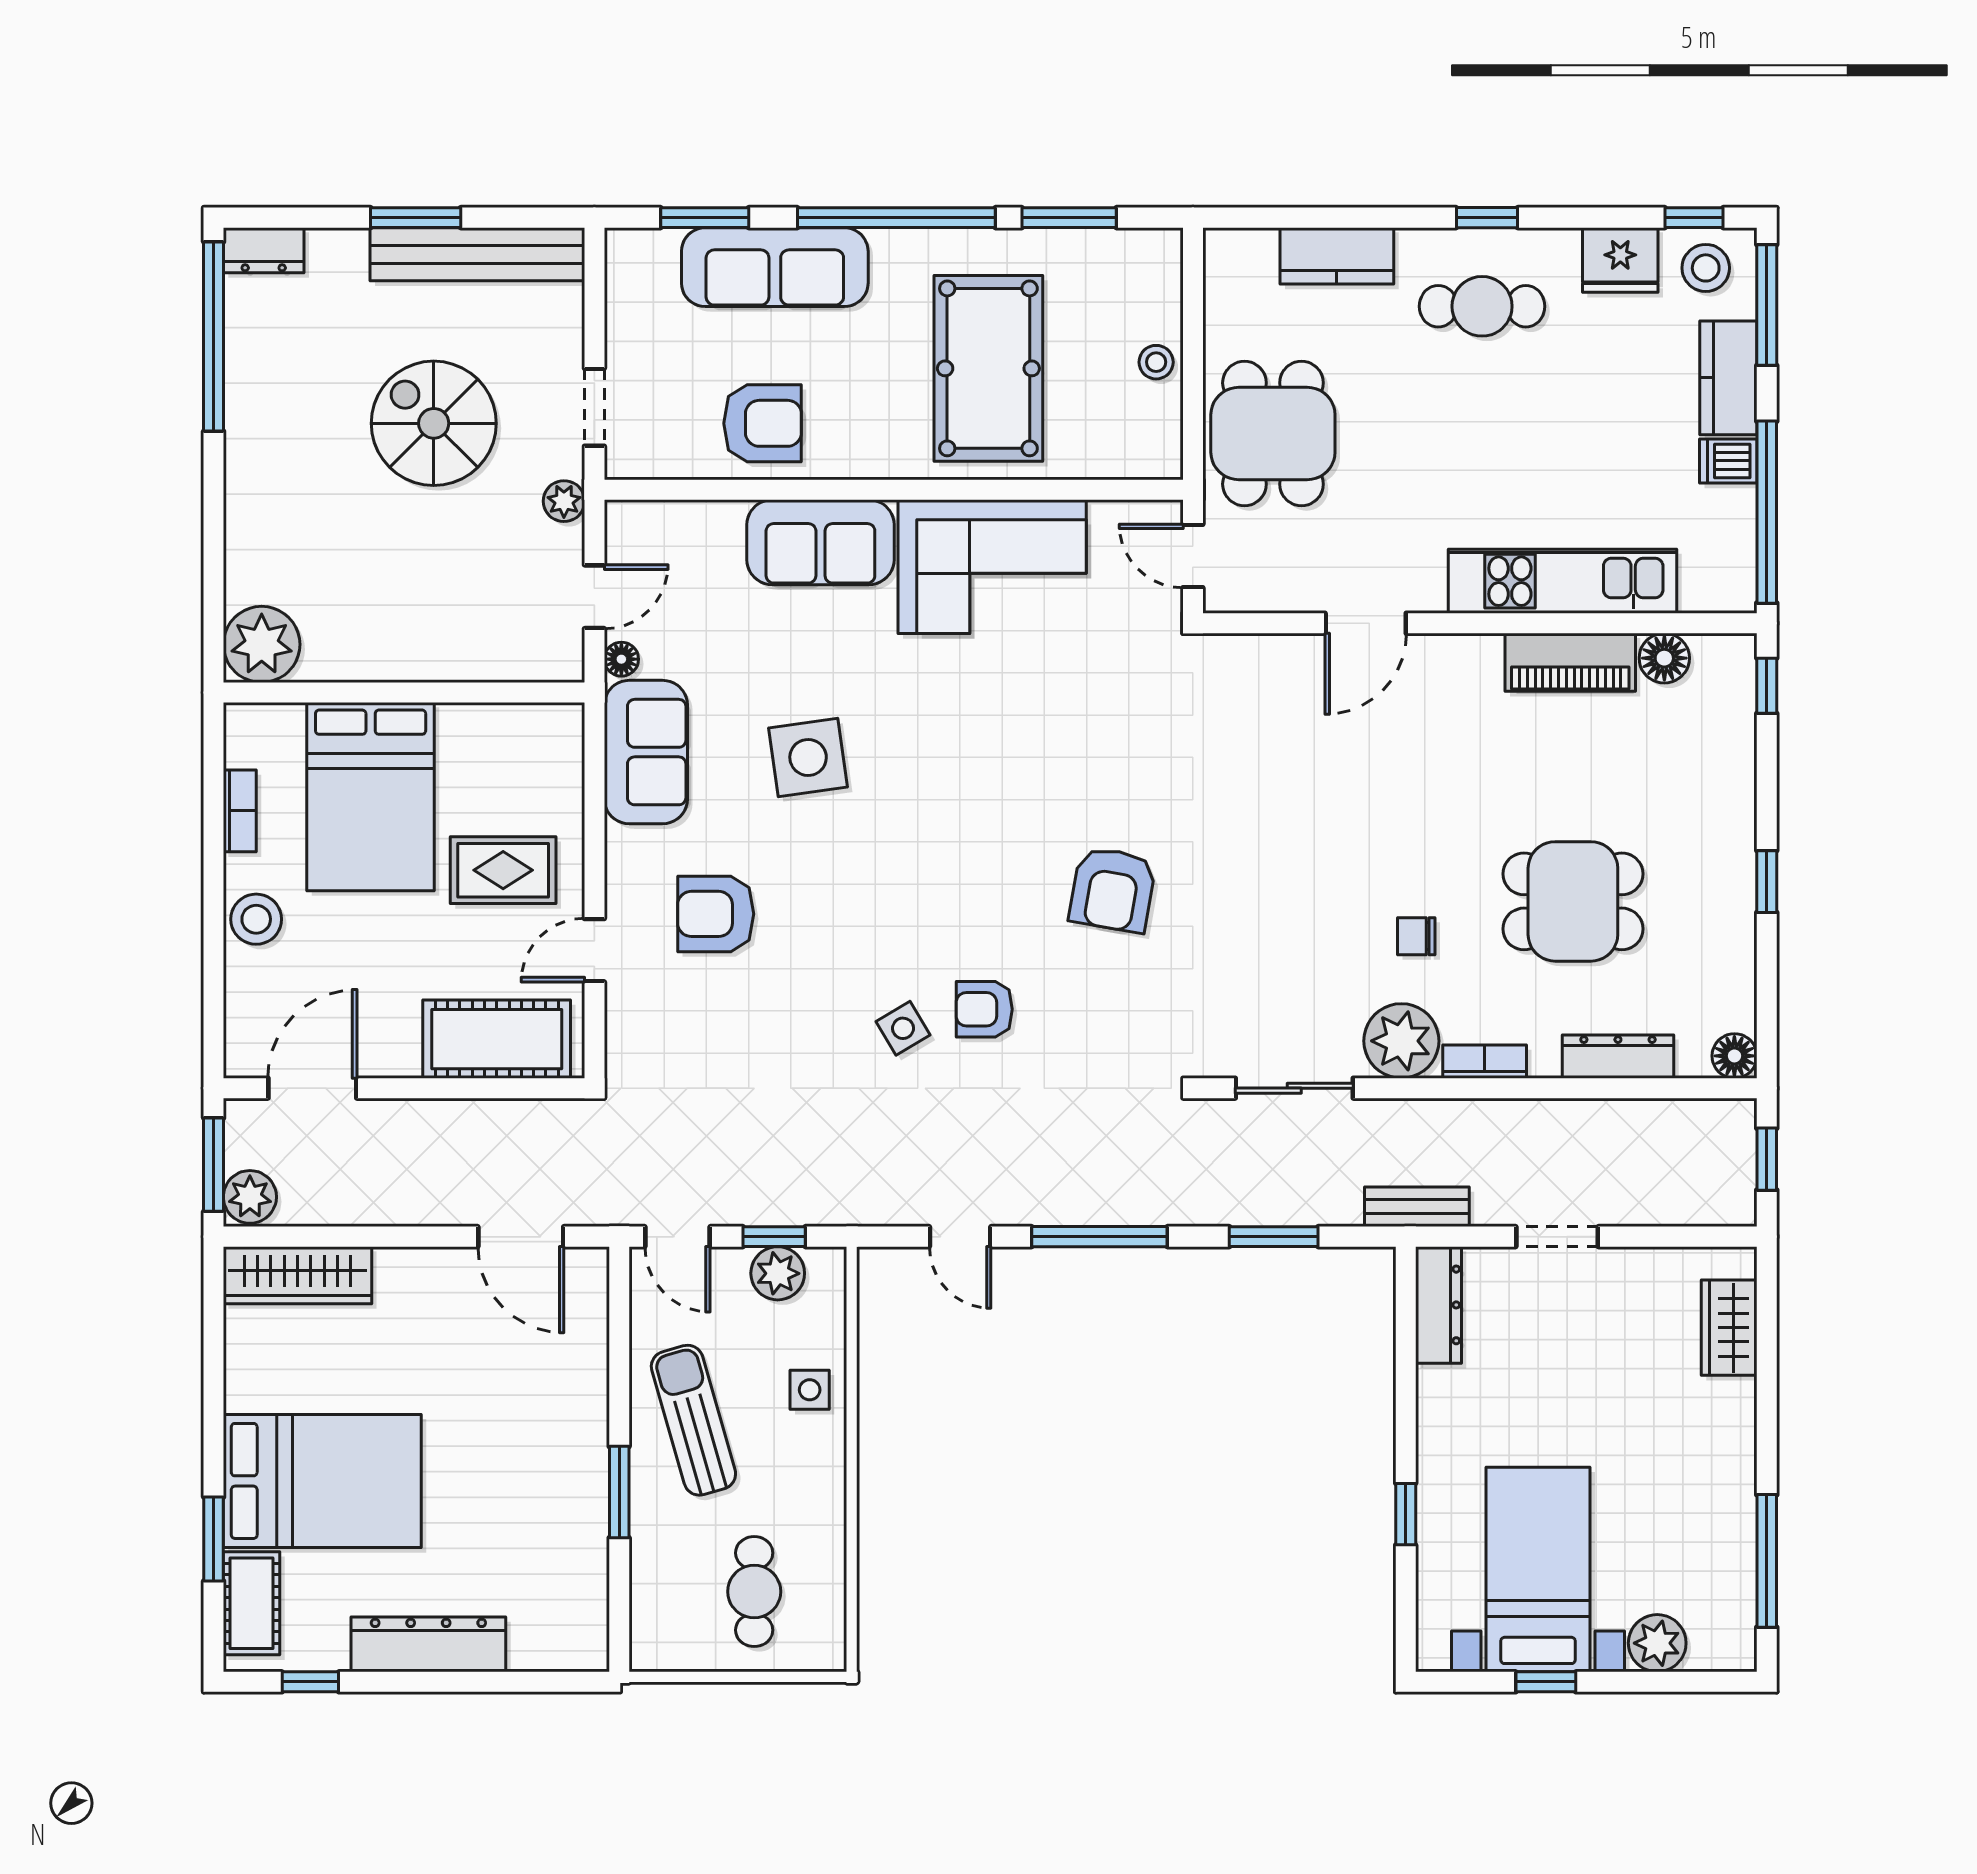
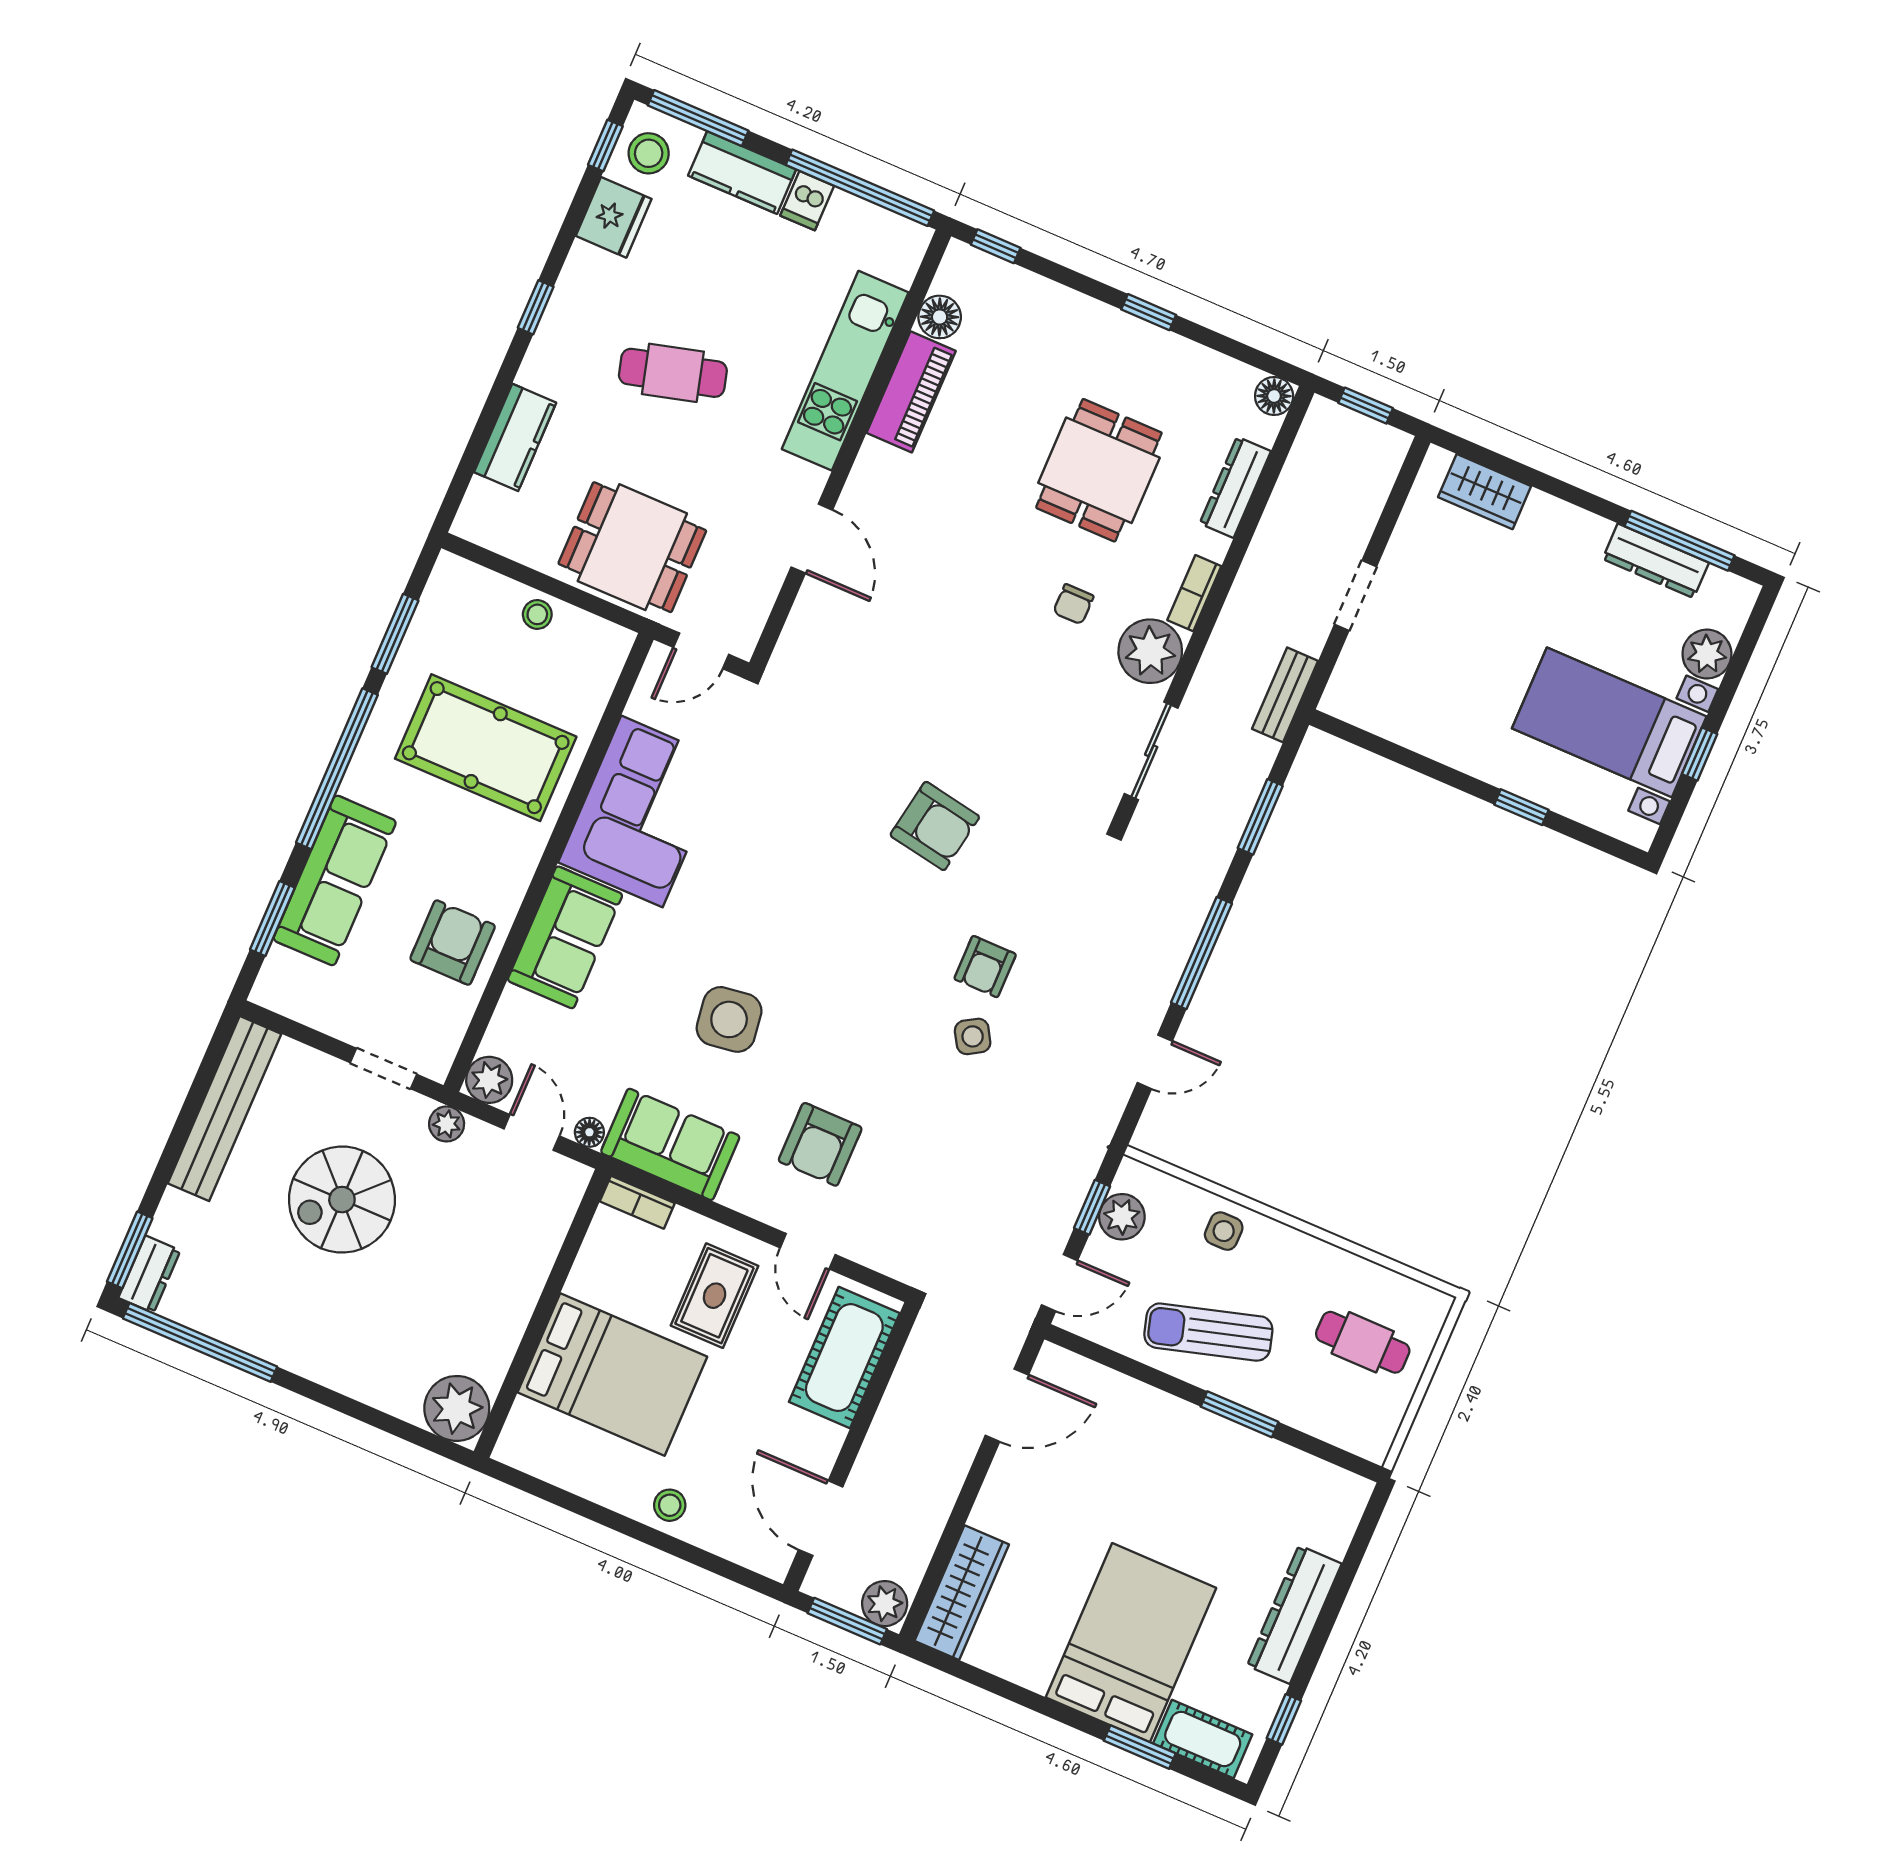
window: (416, 218) -> (130, 1250), moved
cafe table: (1482, 306) -> (673, 373), moved, turned 75
plant: (631, 527) -> (489, 1080), added
bookcase: (240, 811) -> (637, 1202), moved, turned 180
stool: (256, 919) -> (670, 1505), width x0.73, depth x0.73
dresser: (1438, 1305) -> (1656, 561), moved, turned 180

